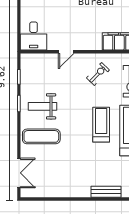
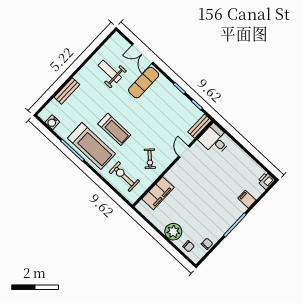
bench: (34, 58) -> (200, 126), added
weight bench: (43, 106) -> (110, 71), moved, turned -90
double door: (19, 173) -> (143, 54), moved

